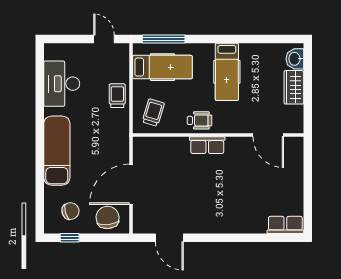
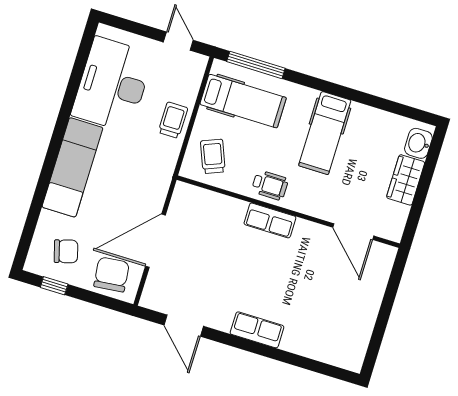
desk: (62, 84) -> (112, 84), width x1.36, depth x1.30
trolley: (153, 113) -> (213, 156), turned -39
row of seats: (285, 225) -> (257, 330), moved

